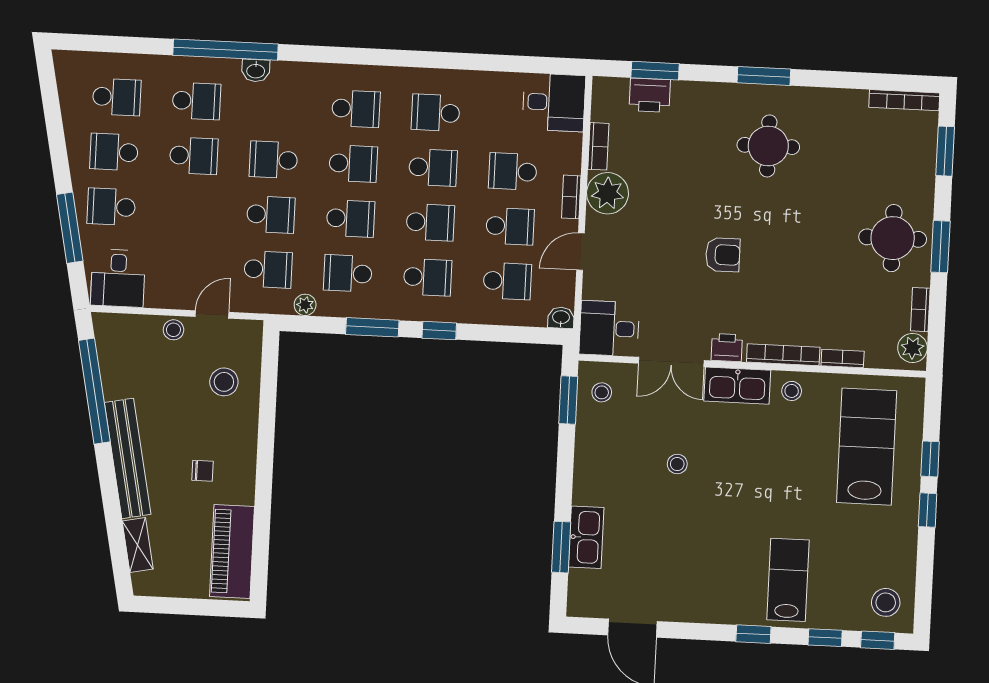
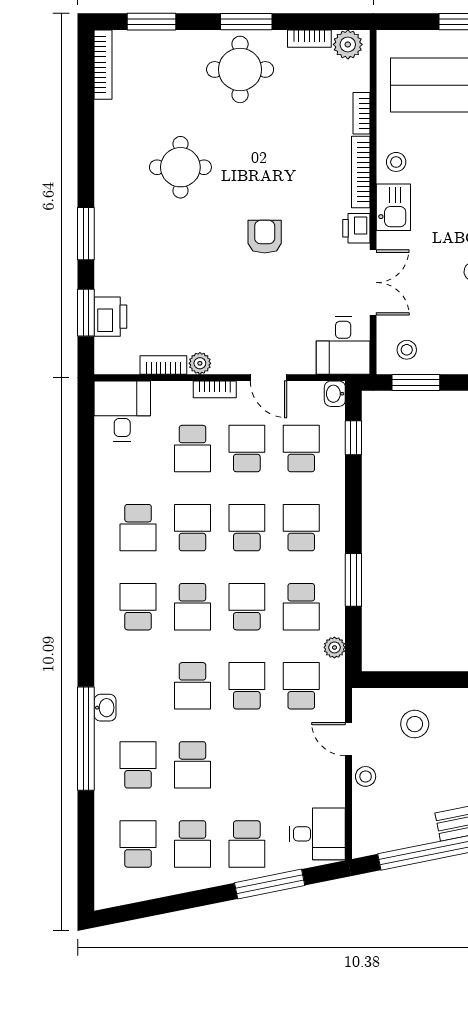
window: (764, 76) -> (86, 234), moved
round table: (768, 146) -> (180, 167), moved
school desk: (194, 156) -> (192, 765), turned 180
school desk: (353, 164) -> (192, 607), turned 180
plant: (608, 193) -> (200, 363), width x0.53, depth x0.53
window: (439, 331) -> (353, 438), moved
kitchen sink: (737, 386) -> (393, 207), width x0.73

